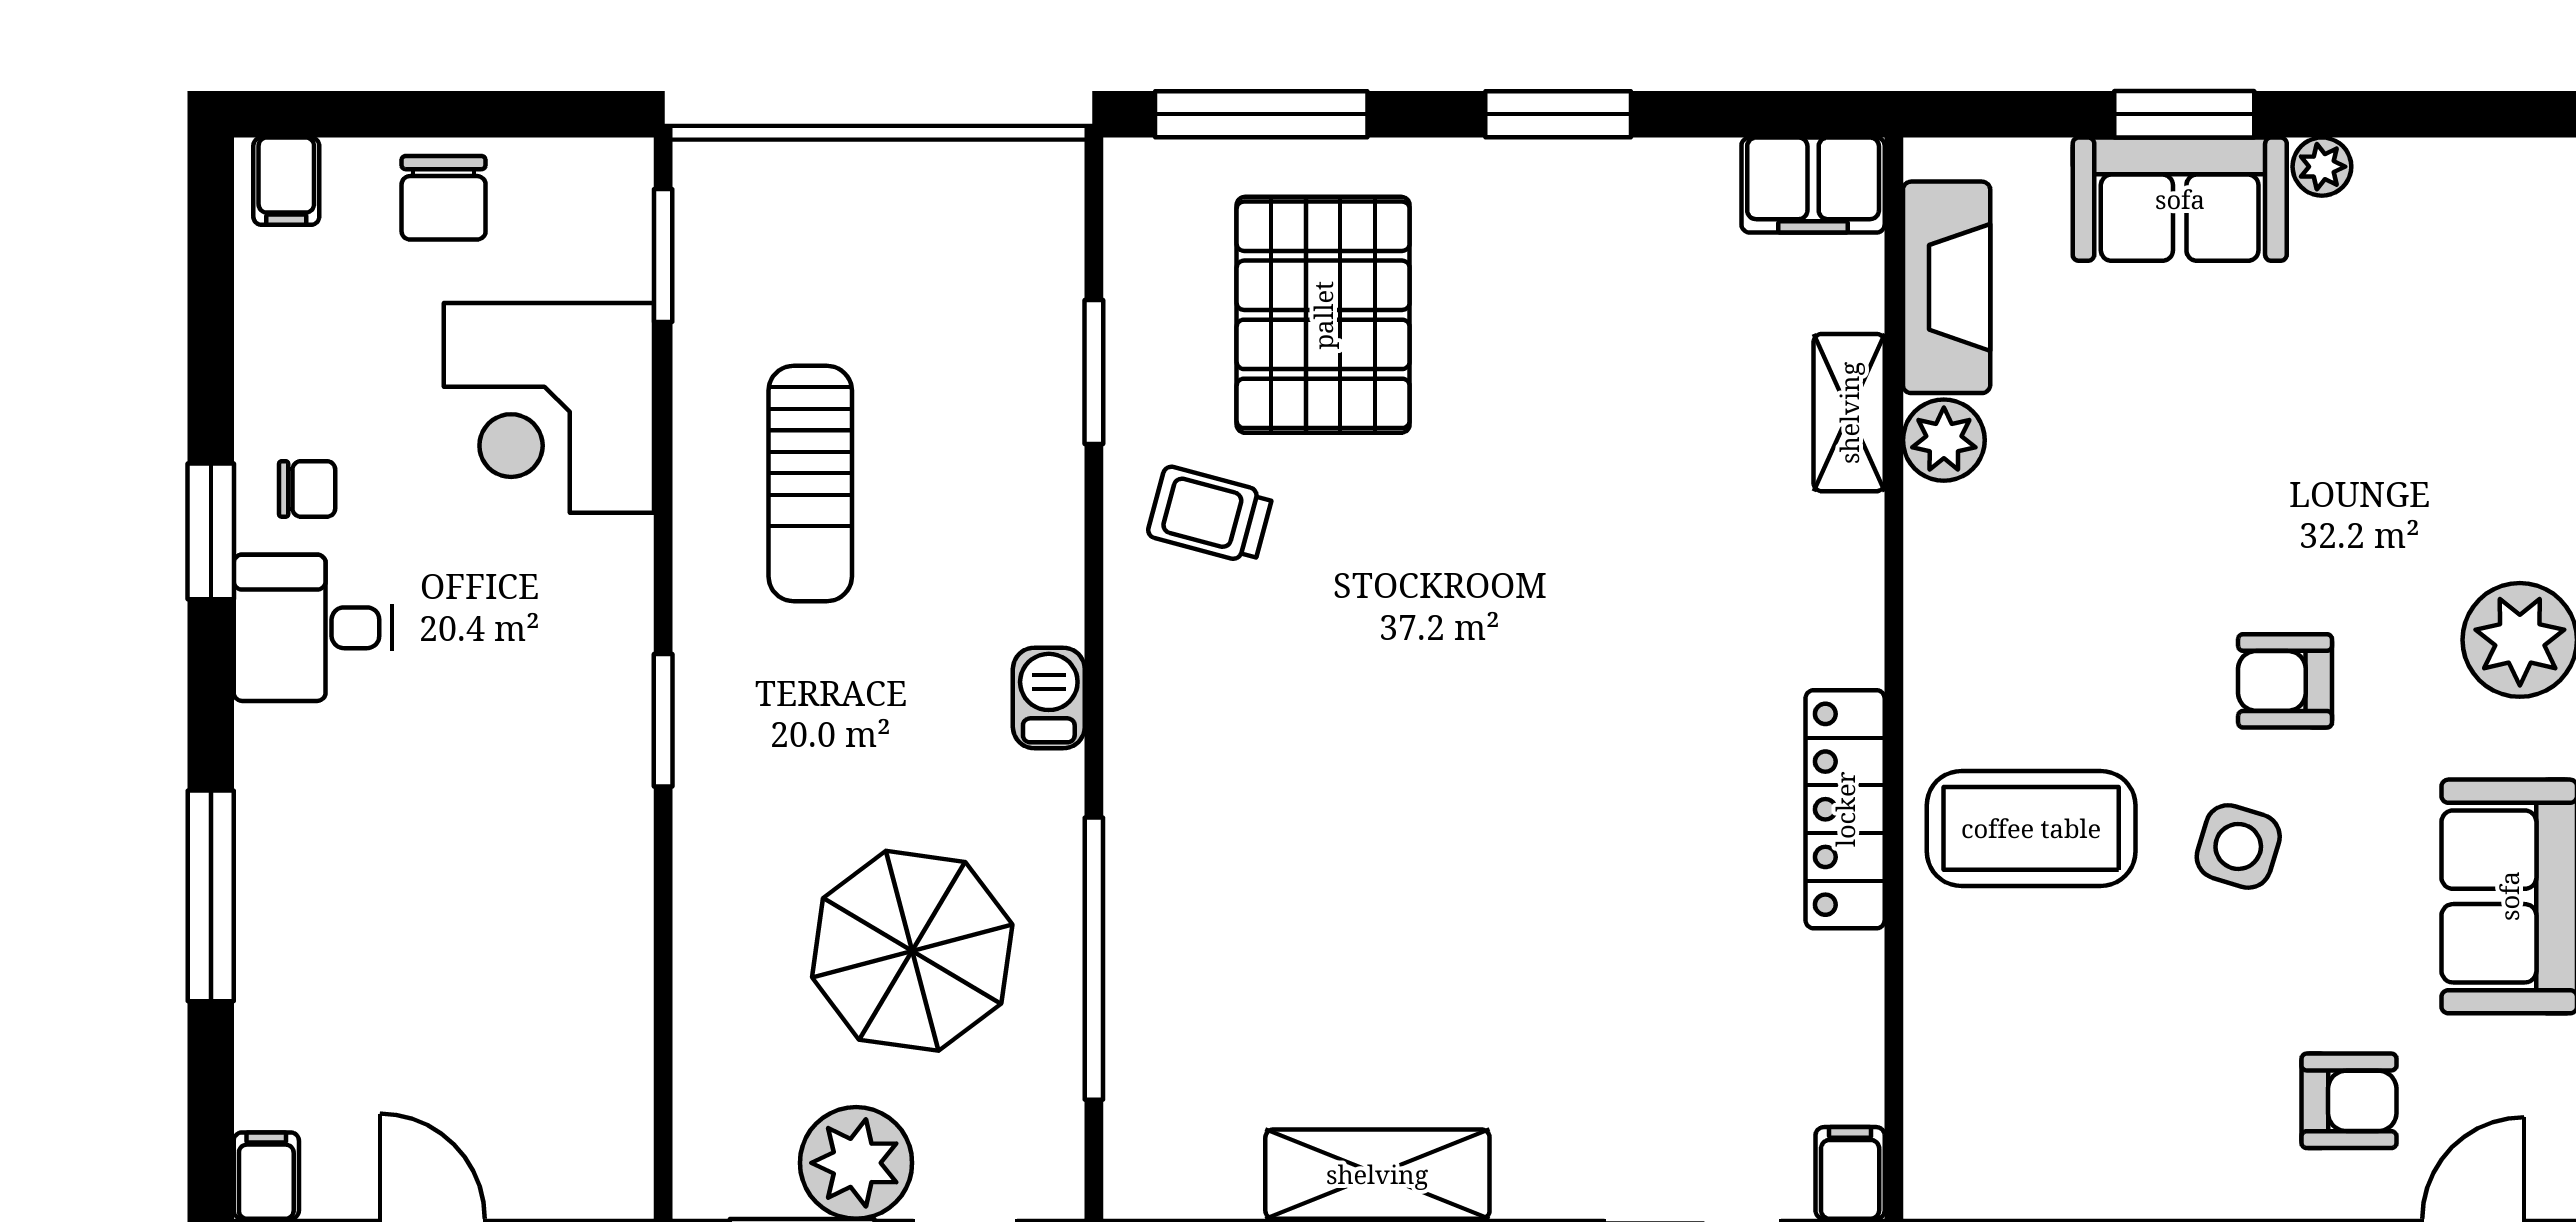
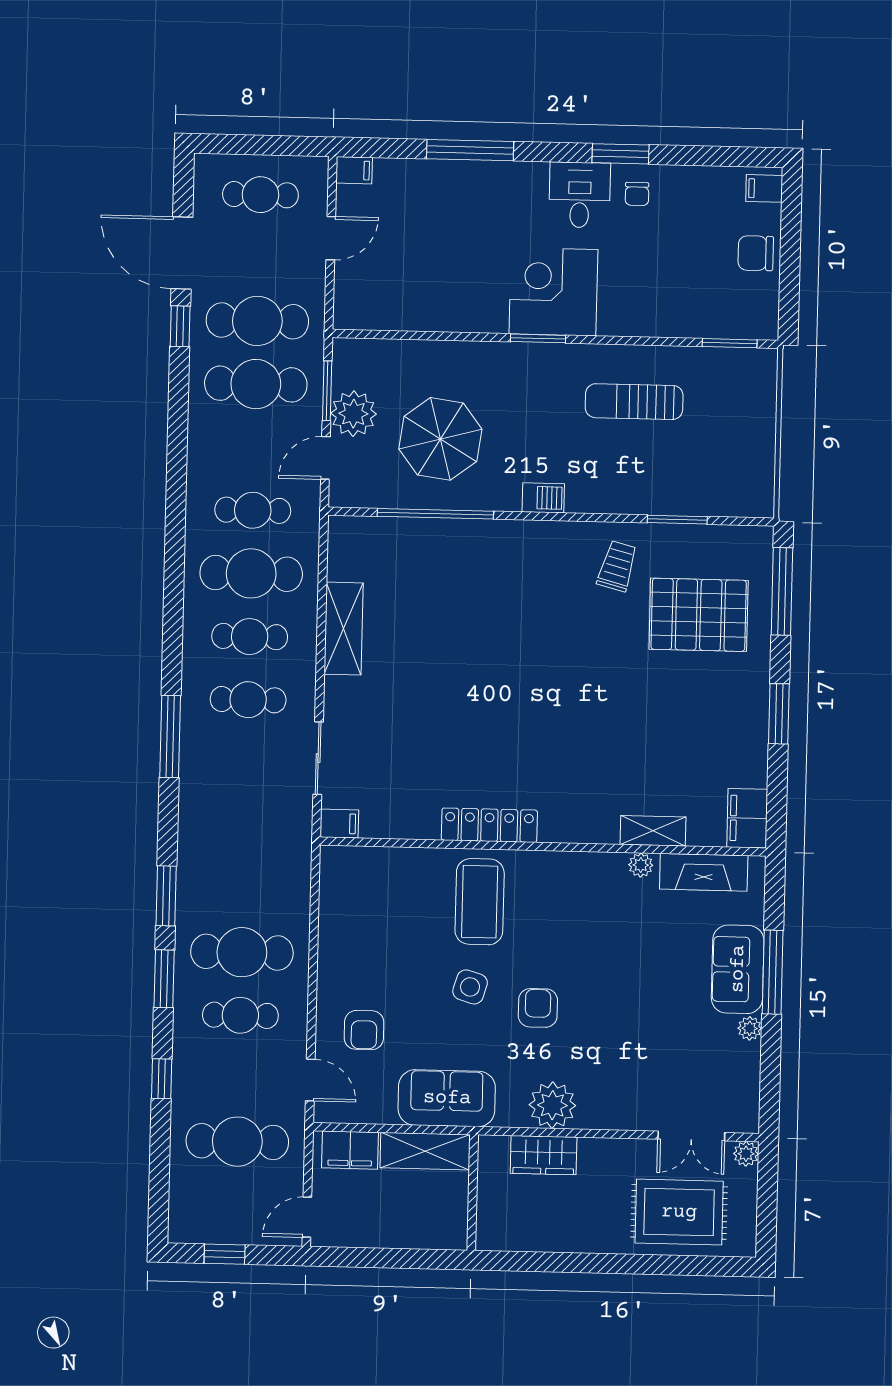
window: (2184, 114) -> (773, 972), width x1.44
corner desk: (549, 408) -> (553, 292), moved
plant: (1944, 440) -> (641, 865), width x0.73, depth x0.73

